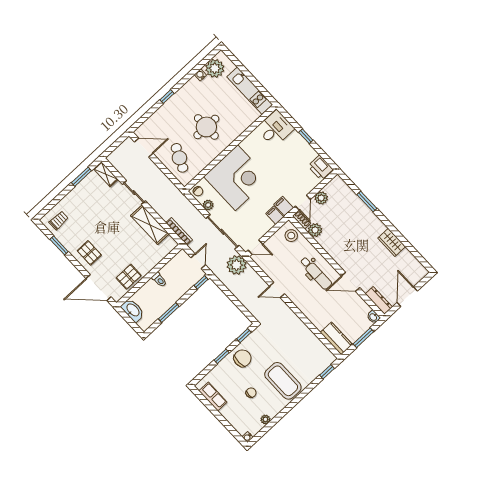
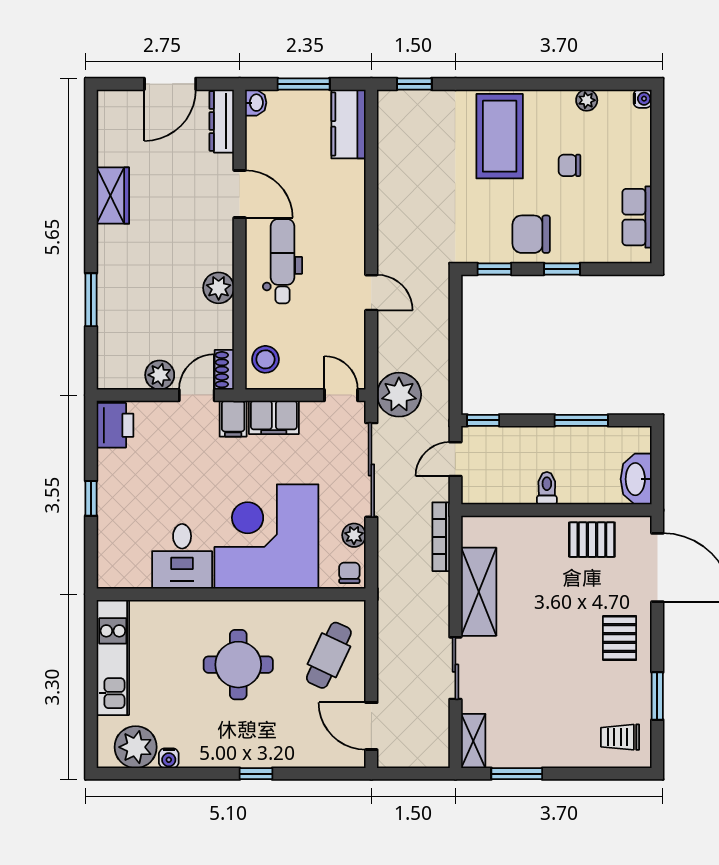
desk: (275, 129) -> (182, 556), moved, turned -90
filing cabinet: (275, 215) -> (274, 417), width x2.00
plant: (315, 230) -> (219, 288), moved

